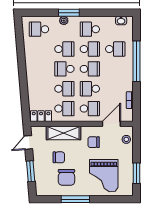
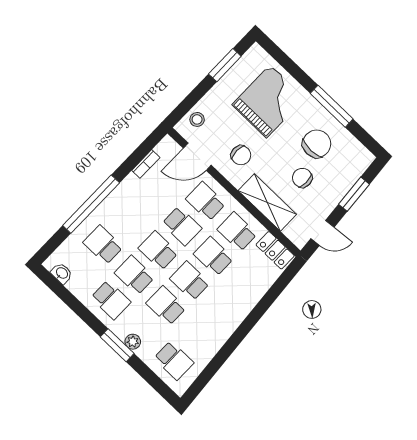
school desk: (64, 69) -> (190, 281), turned 180

